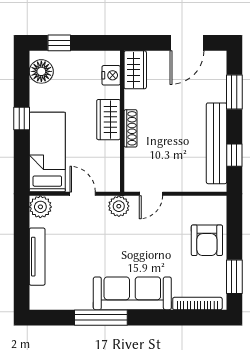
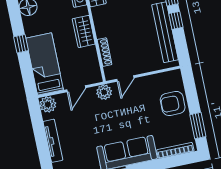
shoe rack: (131, 128) -> (105, 52), moved
window: (234, 155) -> (176, 20), moved
door: (83, 194) -> (76, 89), swing flipped
armchair: (207, 240) -> (173, 103), turned 90

